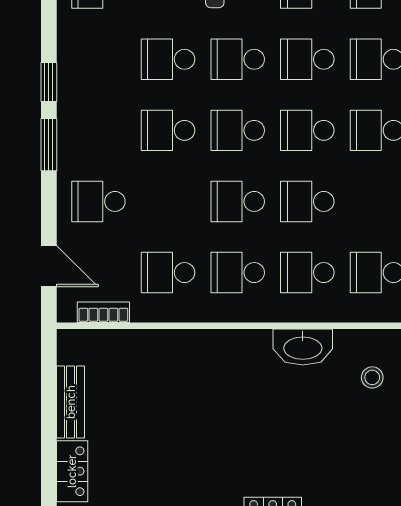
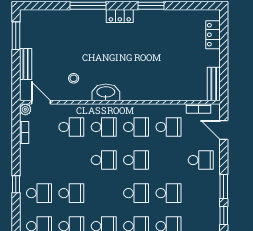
school desk: (307, 130) -> (104, 193), removed
bench: (71, 402) -> (214, 84), moved

